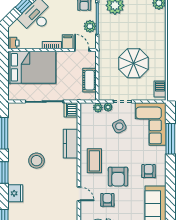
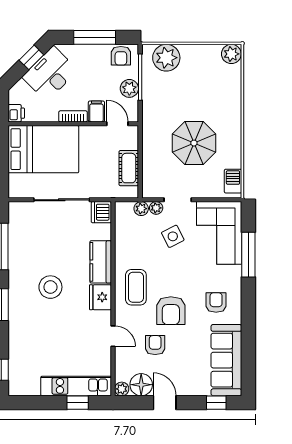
fridge: (15, 193) -> (100, 297), moved, turned 180

